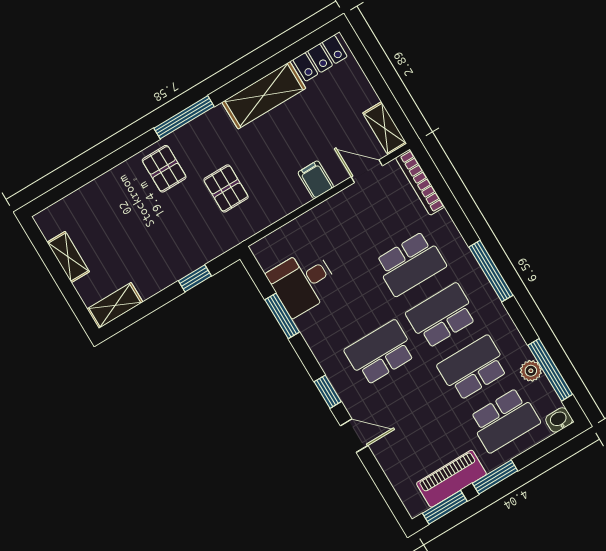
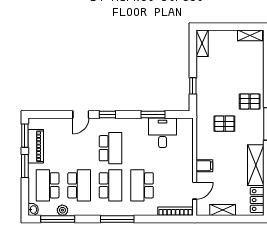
shelving: (385, 128) -> (223, 210), moved
shelving: (68, 257) -> (250, 35), moved

